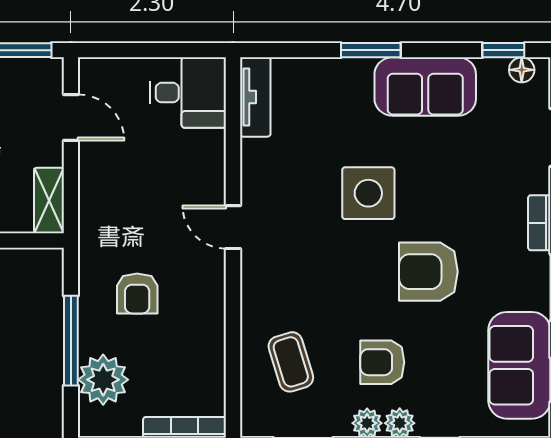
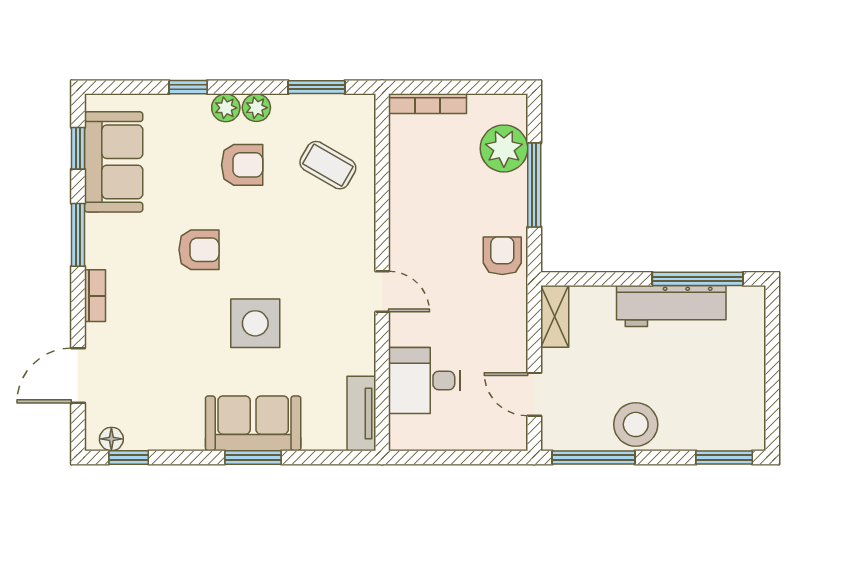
sofa: (425, 87) -> (253, 423), moved
desk: (188, 93) -> (424, 380), moved
armchair: (428, 272) -> (199, 250), width x0.72, depth x0.72
armchair: (137, 293) -> (502, 256), moved
coffee table: (291, 362) -> (328, 165), turned -43

